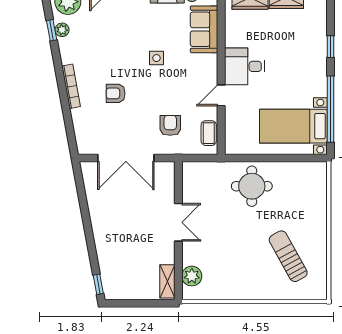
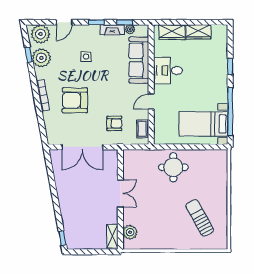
sofa: (204, 29) -> (139, 60), width x1.36
plant: (62, 30) -> (41, 58), width x1.88, depth x1.88
side table: (156, 58) -> (86, 57), moved
desk: (244, 66) -> (168, 70), moved
armchair: (116, 93) -> (75, 100), width x1.88, depth x1.88
armchair: (170, 125) -> (114, 123), turned 90

